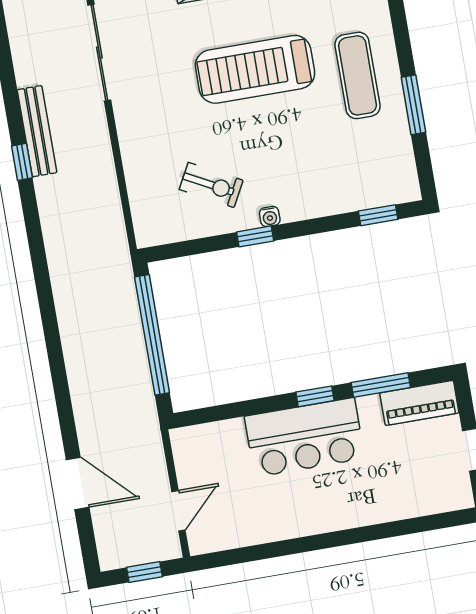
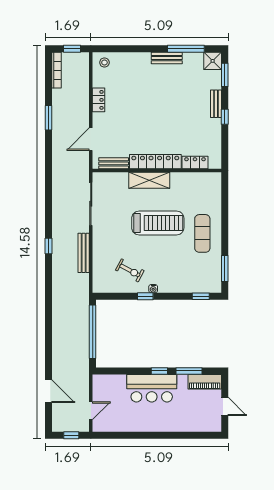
treadmill: (255, 69) -> (158, 223), turned 180
window: (413, 105) -> (225, 268), moved
bench: (37, 131) -> (84, 253), moved

